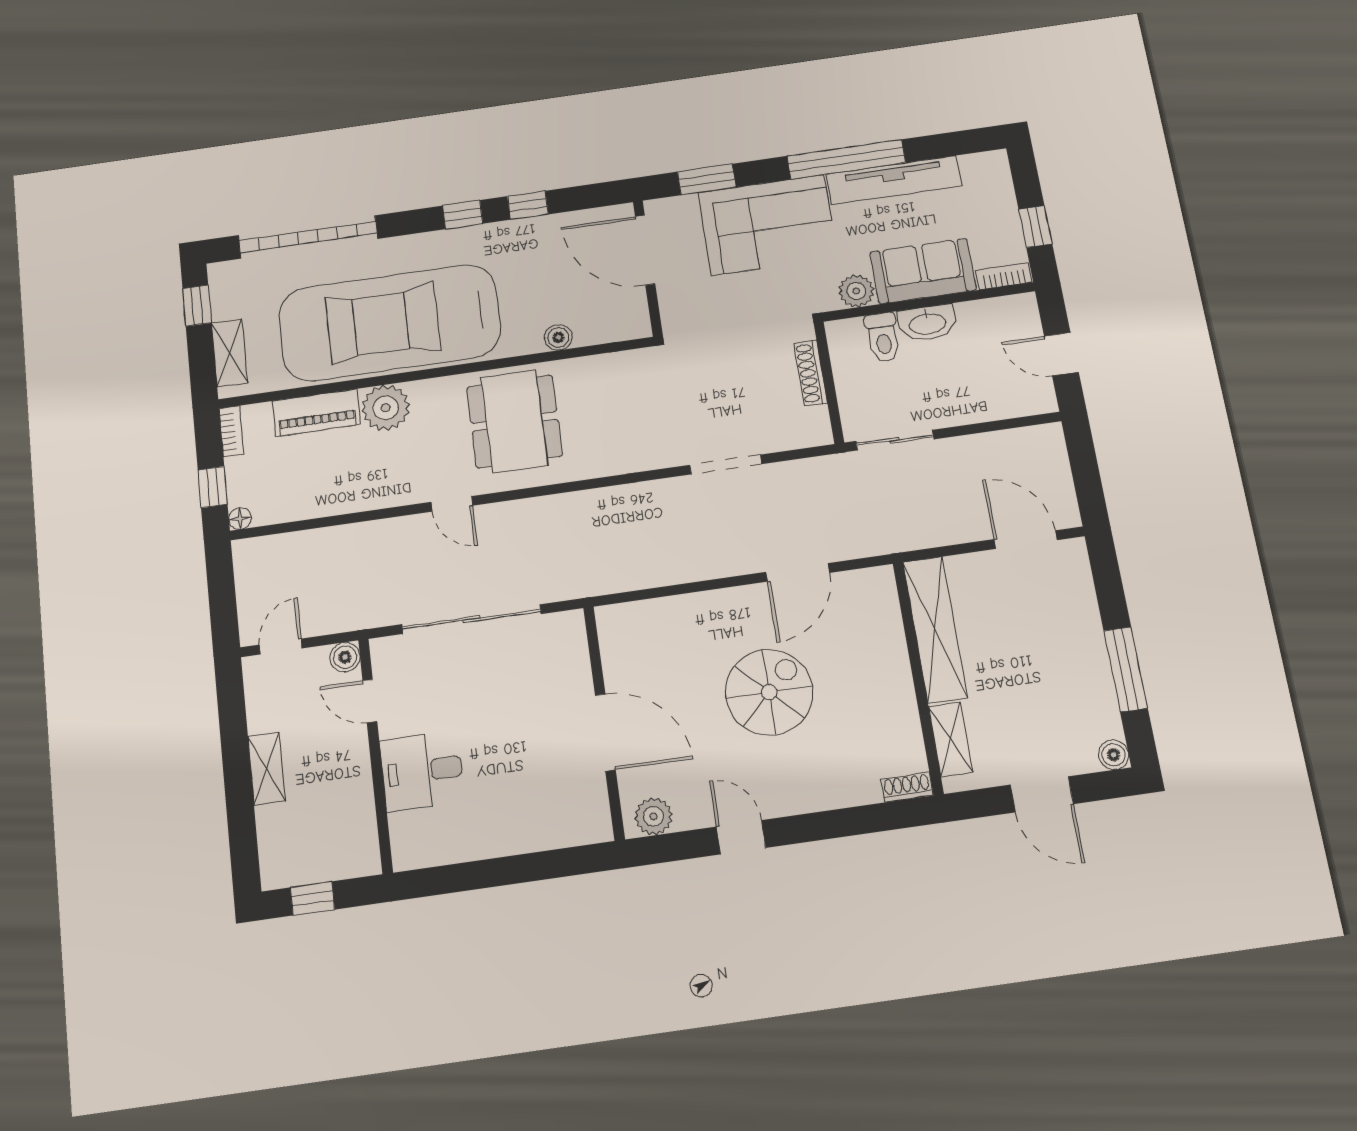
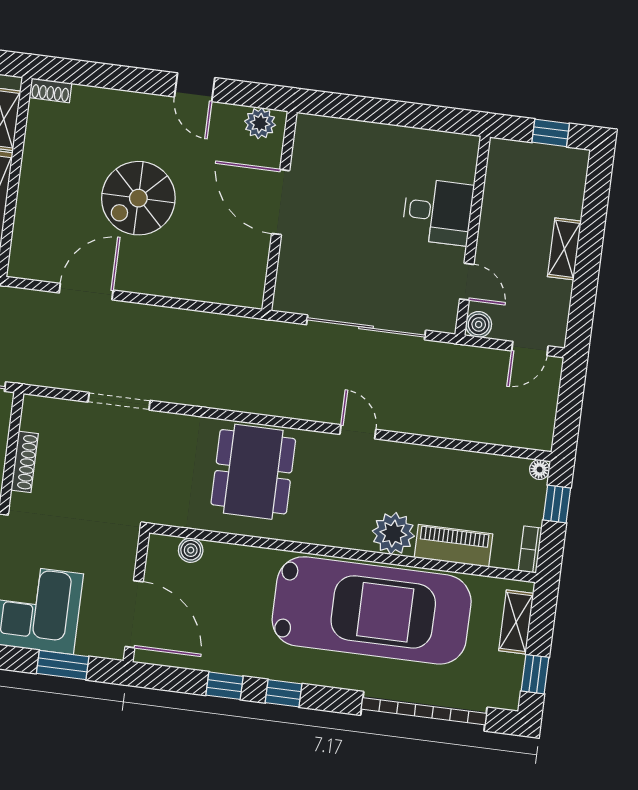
boiler: (558, 337) -> (191, 550), moved
dining table: (514, 421) -> (253, 472), moved

